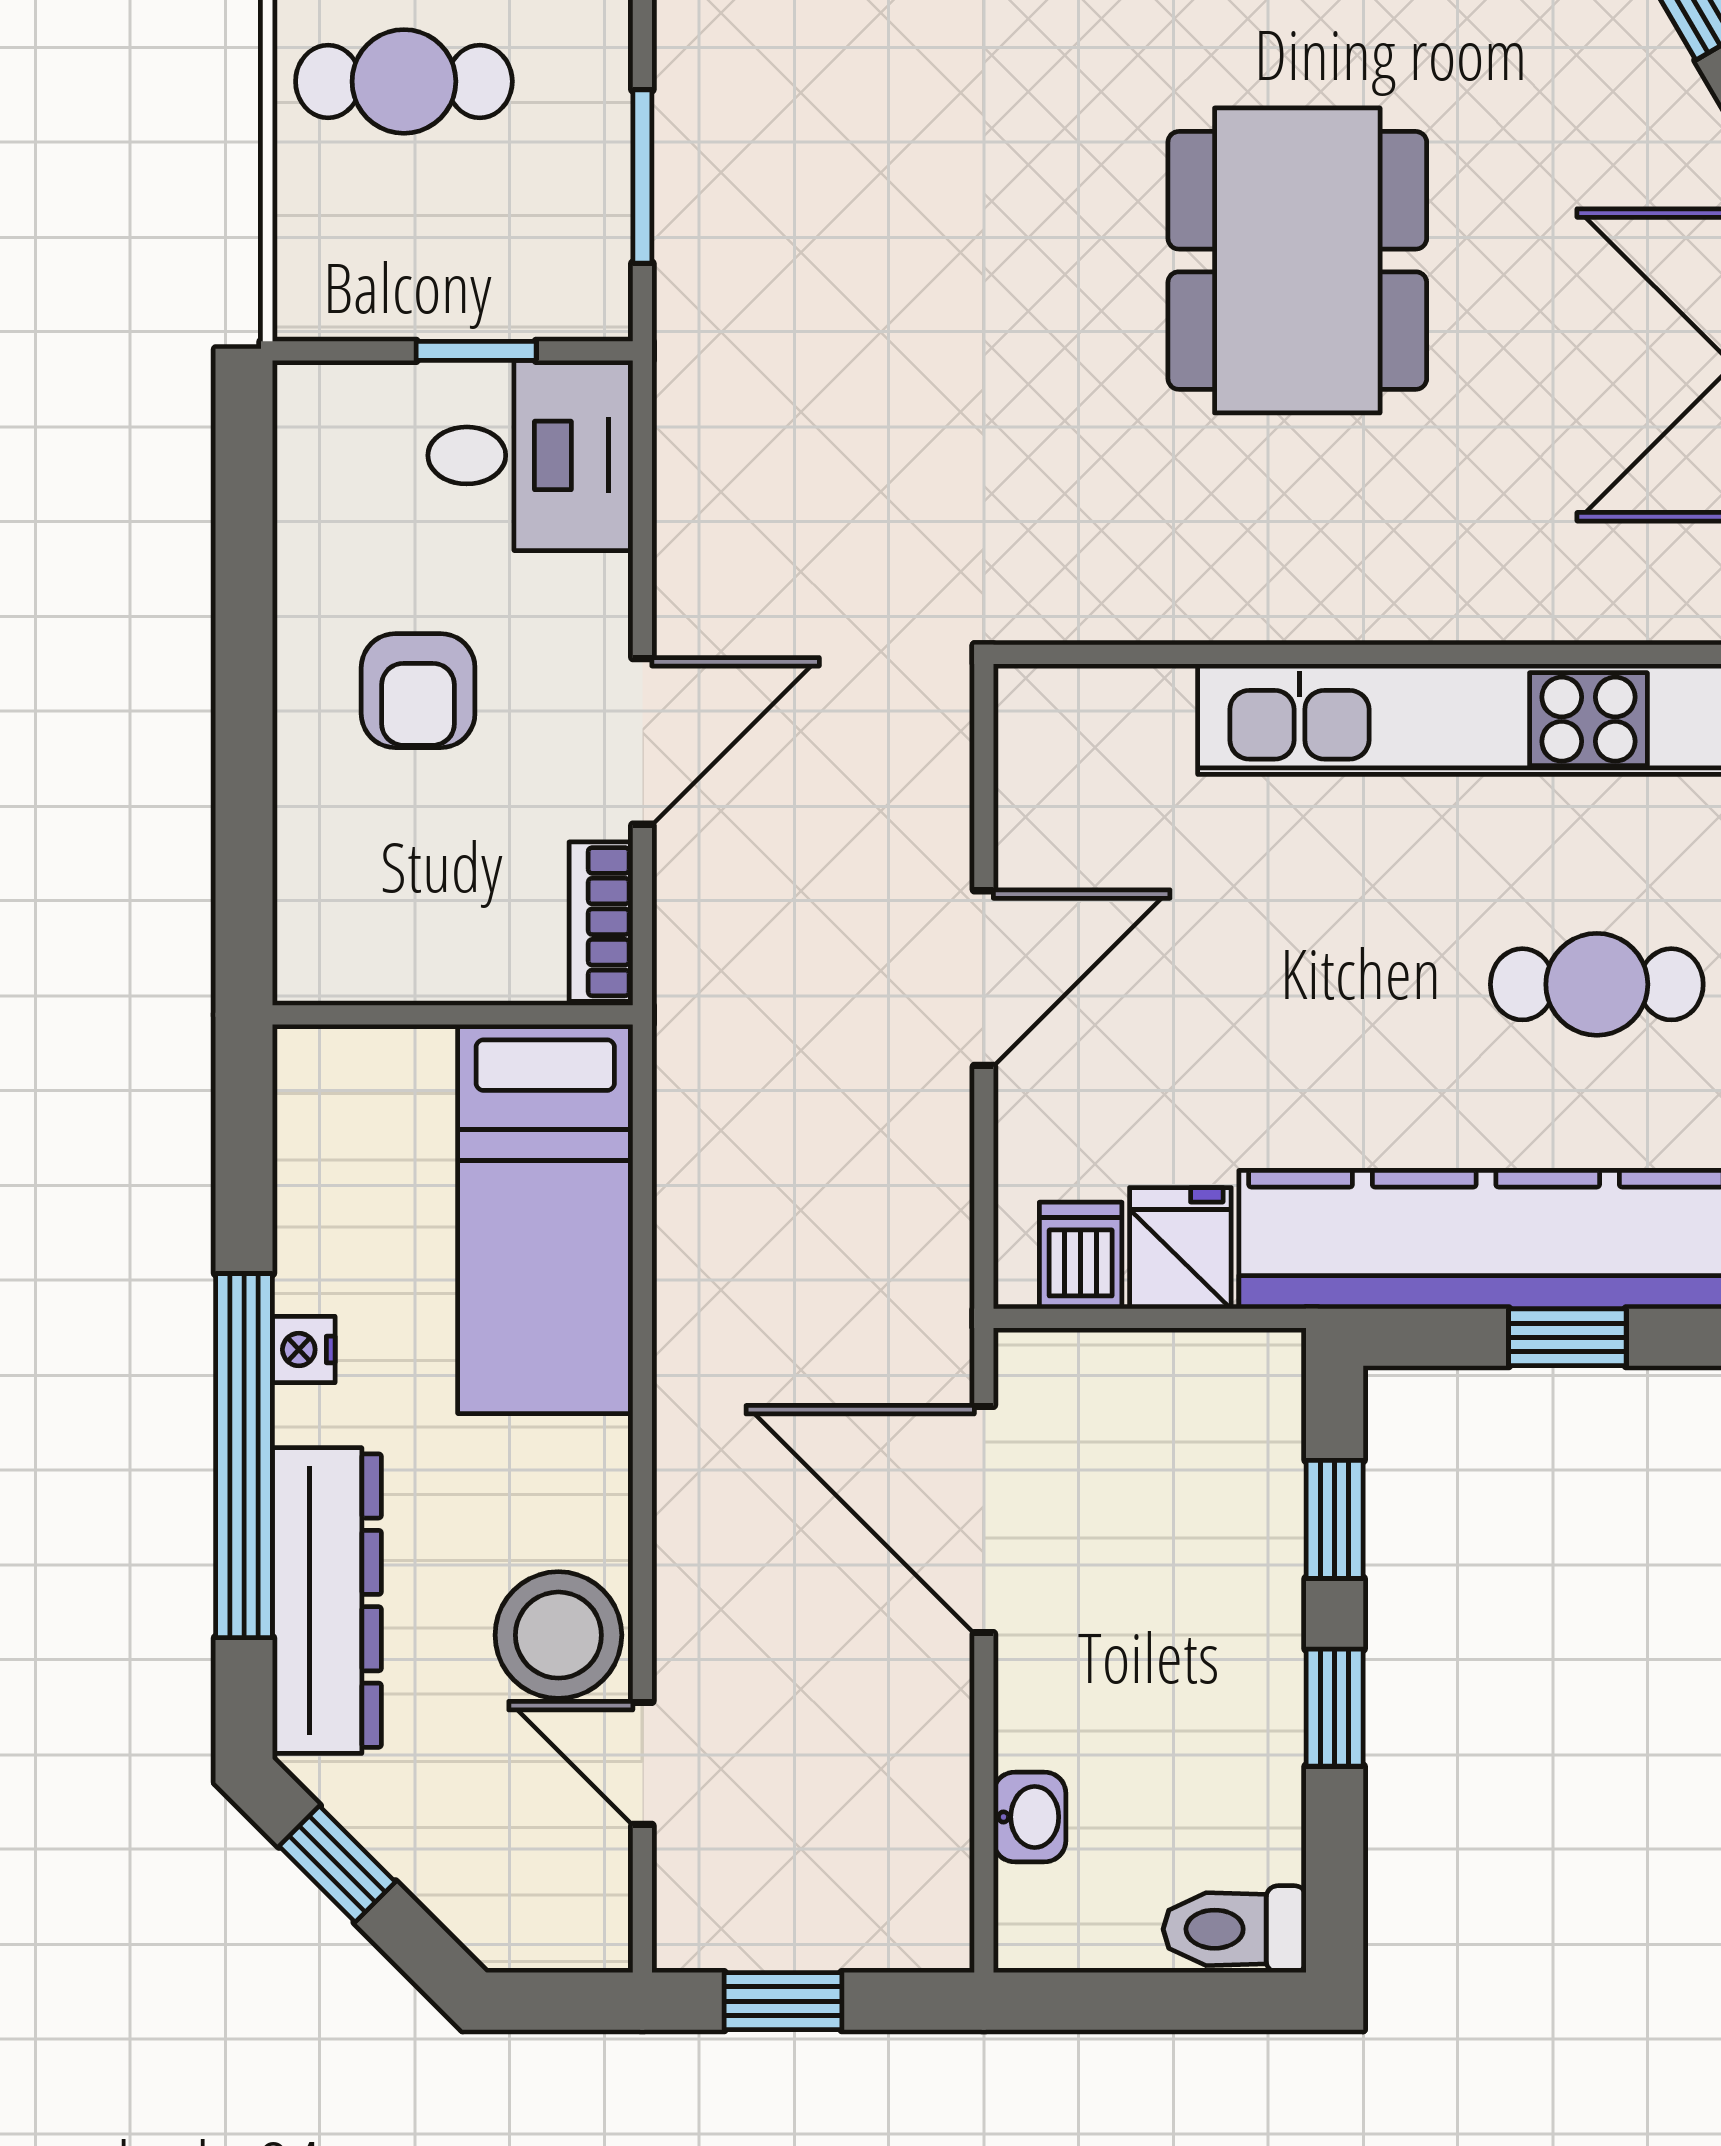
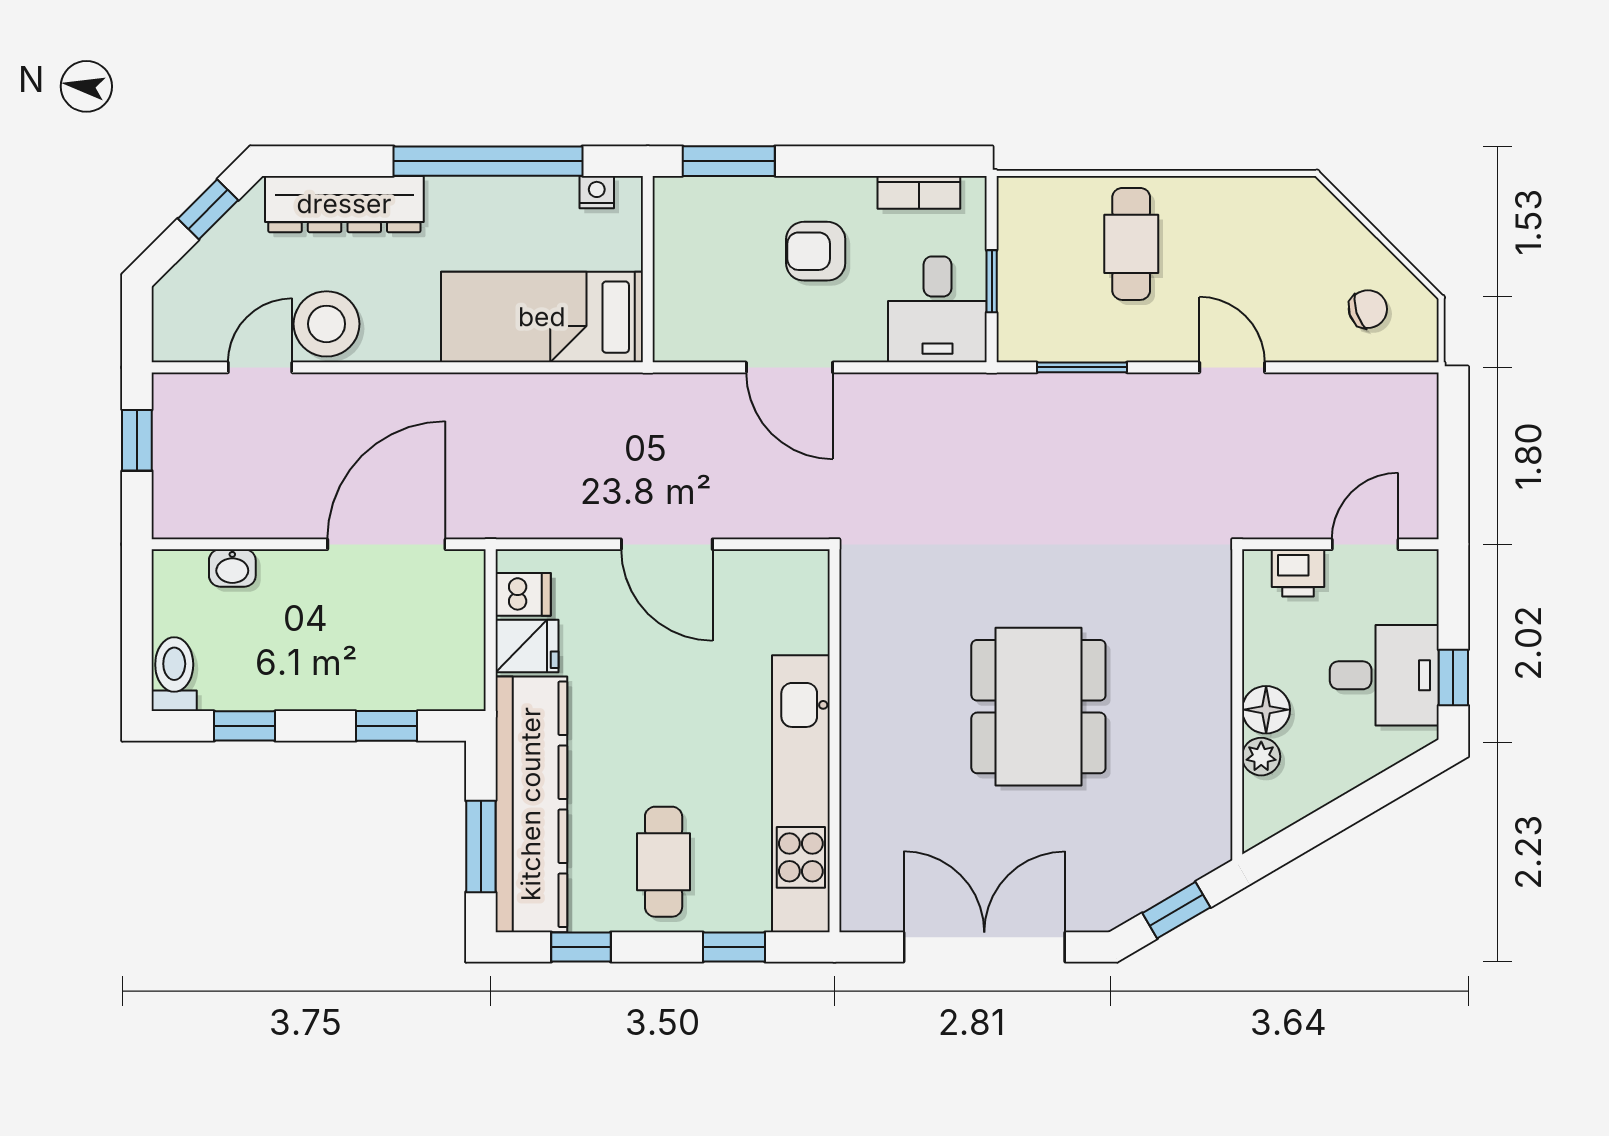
dining table: (1297, 260) -> (1038, 707), turned 90
window: (244, 858) -> (729, 161), added
bookcase: (601, 922) -> (919, 192), moved, turned 180
window: (1567, 1337) -> (481, 846), width x1.50
nightstand: (304, 1350) -> (597, 192), moved
window: (244, 1456) -> (488, 161), moved
window: (1335, 1708) -> (245, 726), moved

